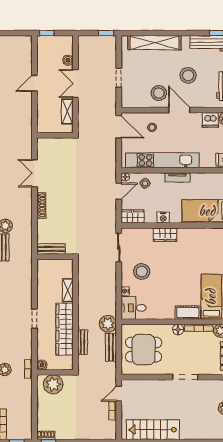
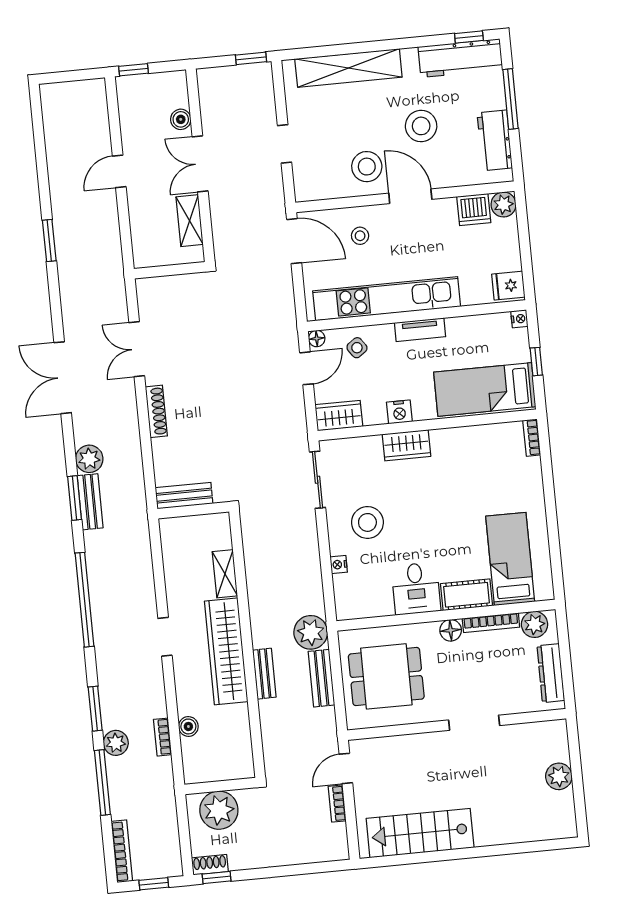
desk: (134, 308) -> (416, 588), moved, turned -90
wall: (55, 372) -> (220, 786), moved
plant: (53, 384) -> (219, 810), moved

